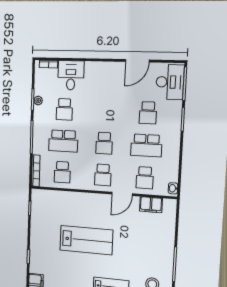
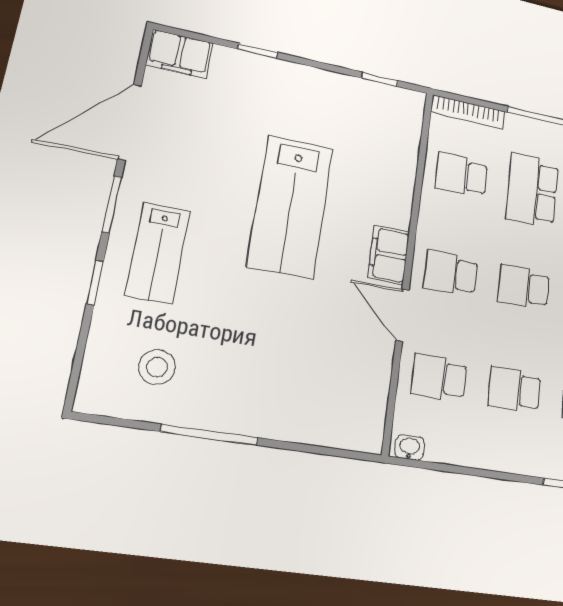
school desk: (146, 145) -> (514, 390), width x0.54
filing cabinet: (151, 205) -> (389, 255), moved

